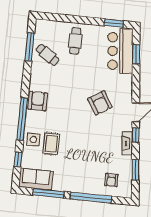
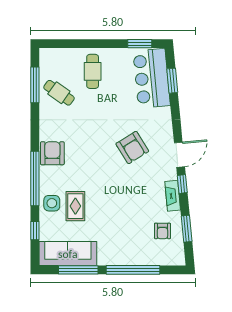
sofa: (36, 179) -> (68, 254), width x1.36
armchair: (111, 180) -> (162, 231), moved

